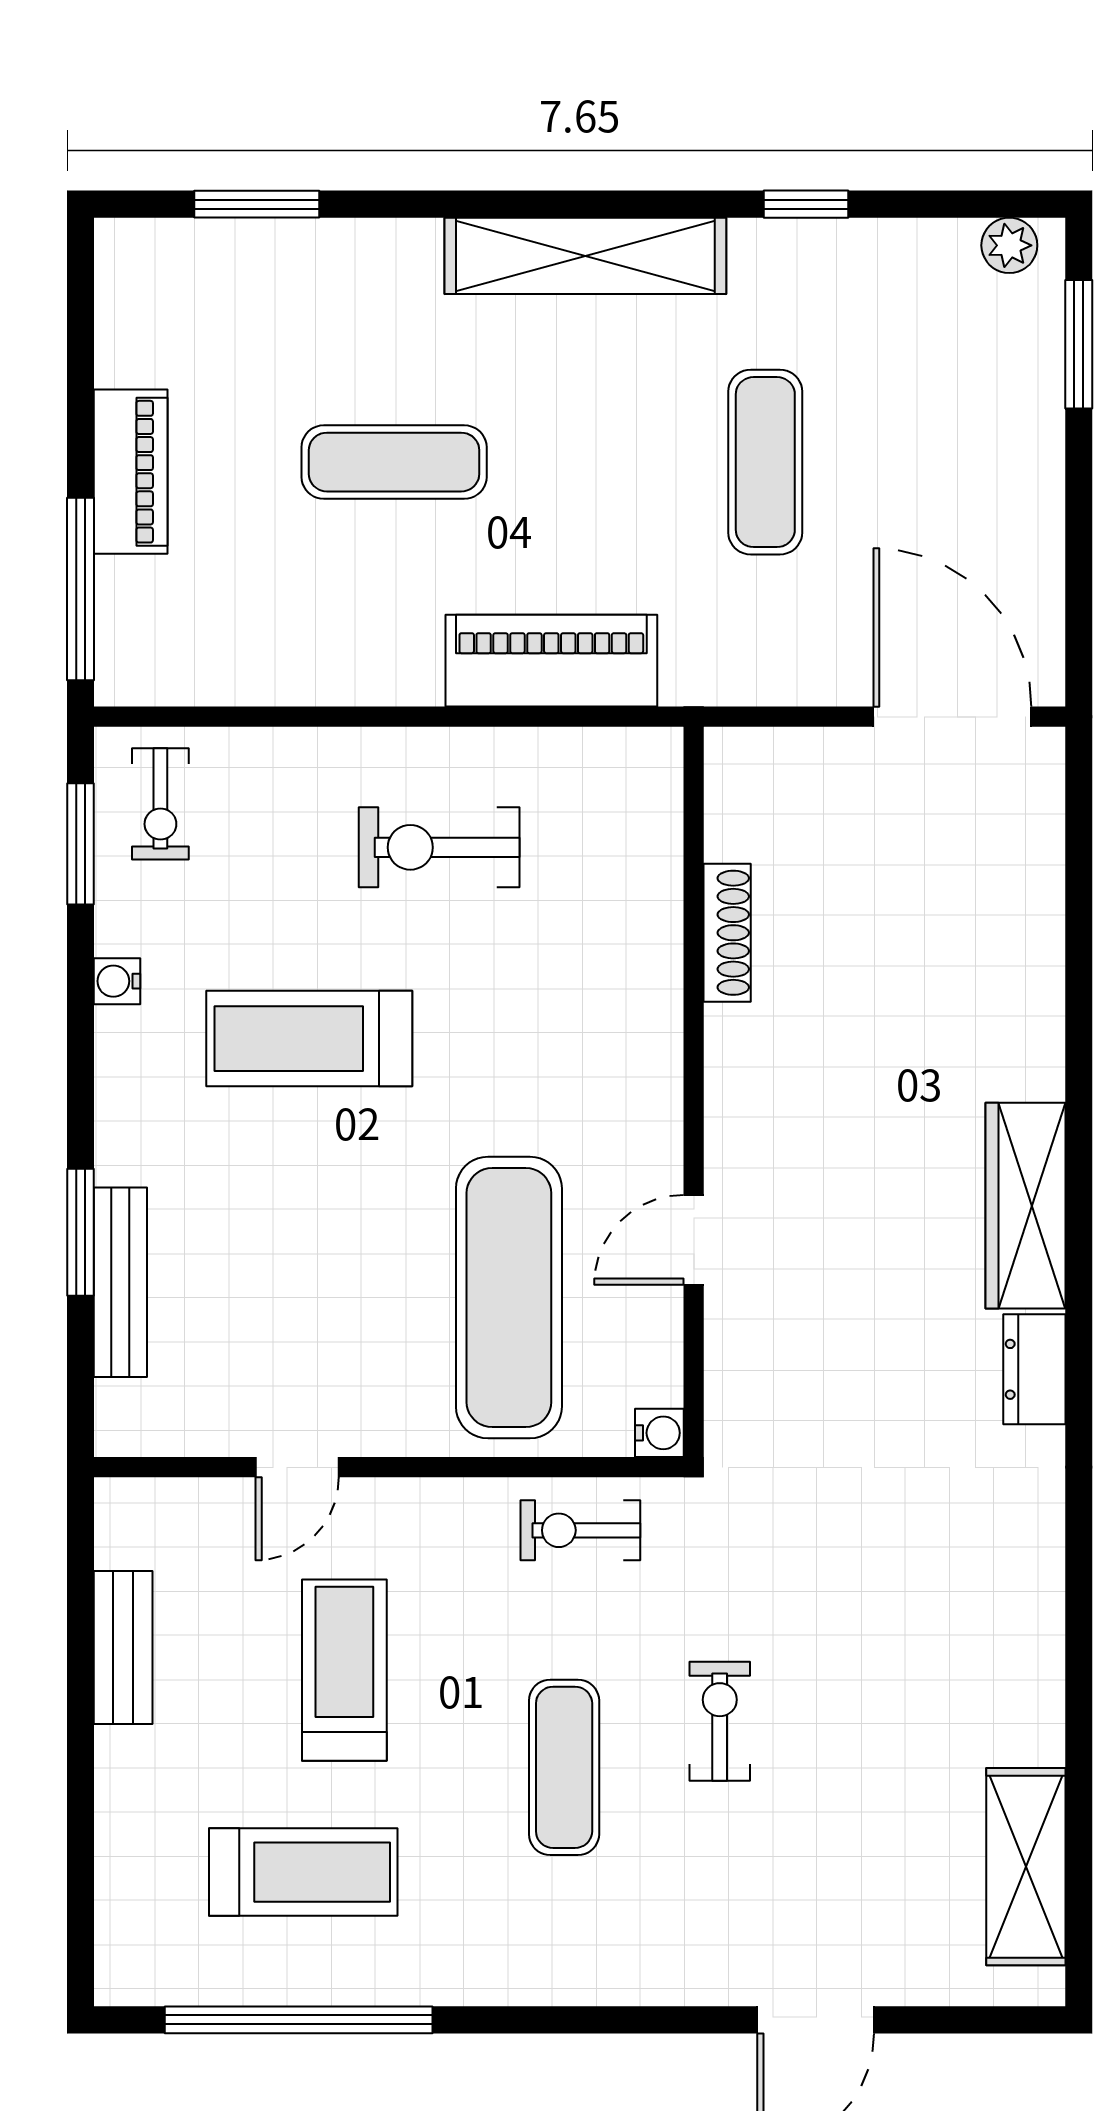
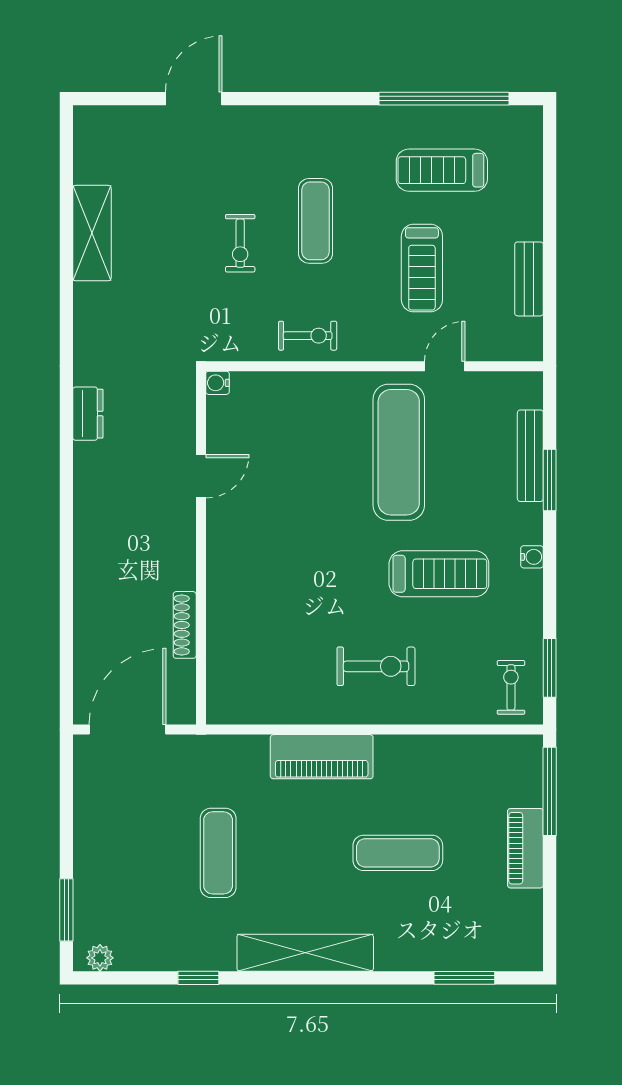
door: (952, 717) -> (127, 730), swing flipped
shoe rack: (727, 933) -> (185, 625), moved
water cooler: (117, 981) -> (532, 557), moved
wall: (694, 1092) -> (201, 548), moved
wardrobe: (1026, 1206) -> (92, 493), removed
door: (694, 1240) -> (201, 476), moved
exercise mat: (509, 1298) -> (399, 452), moved
water cooler: (659, 1433) -> (217, 383), moved
shelving: (1026, 1867) -> (92, 233), moved

